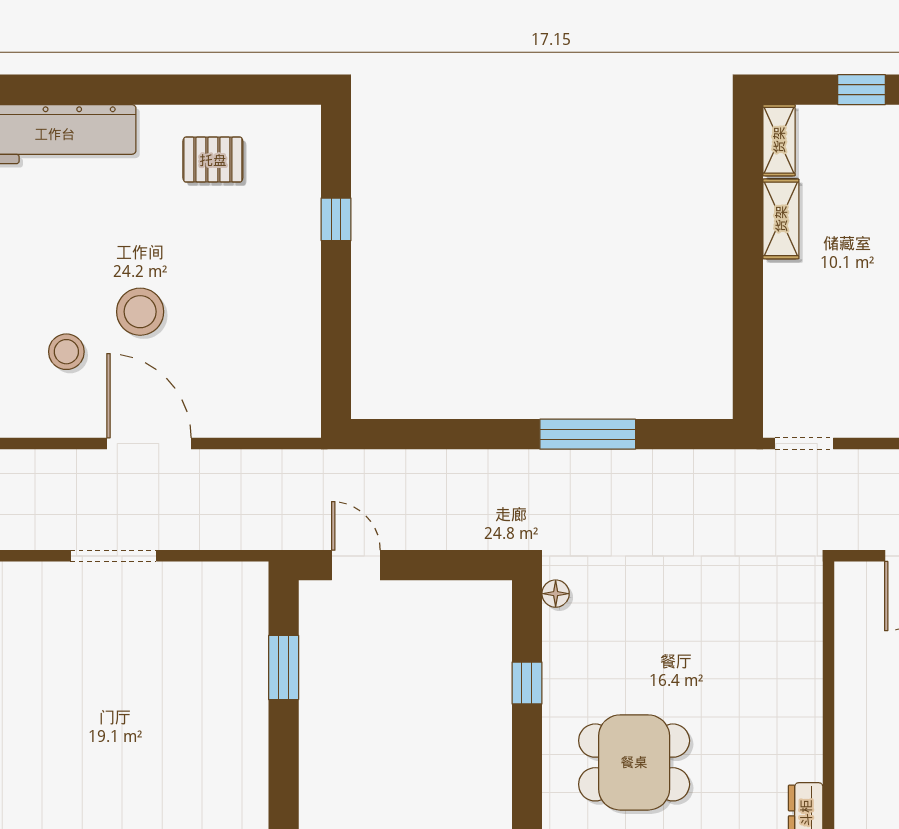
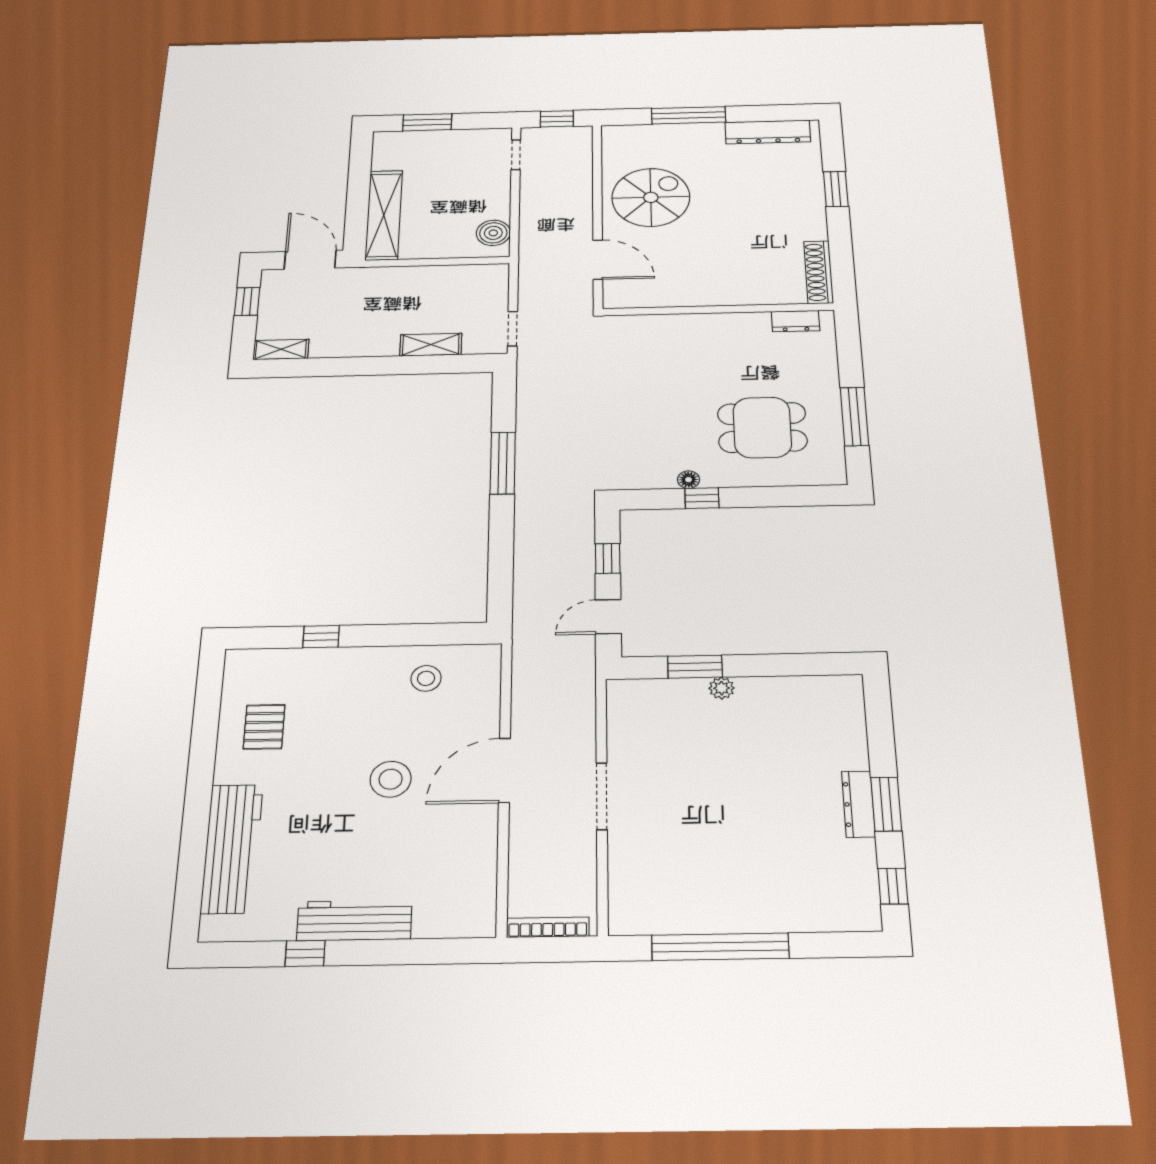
shelving: (781, 219) -> (431, 345), moved
stool: (66, 352) -> (426, 678), moved
window: (440, 565) -> (608, 558), added
floor lamp: (556, 594) -> (688, 480), moved
plant: (253, 698) -> (722, 688), added
dining table: (634, 762) -> (762, 427), turned 90

